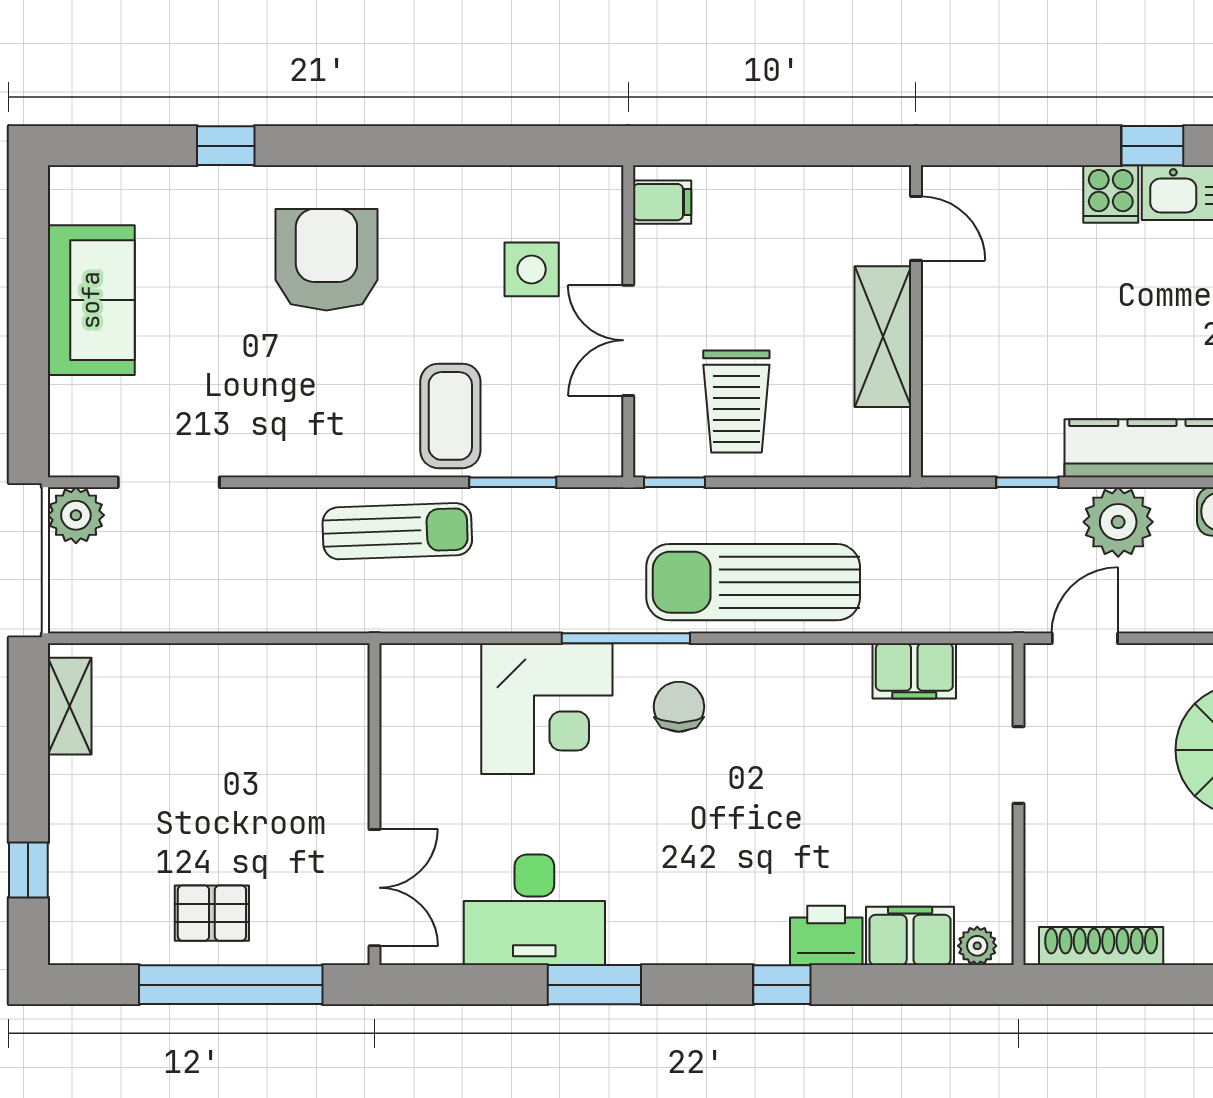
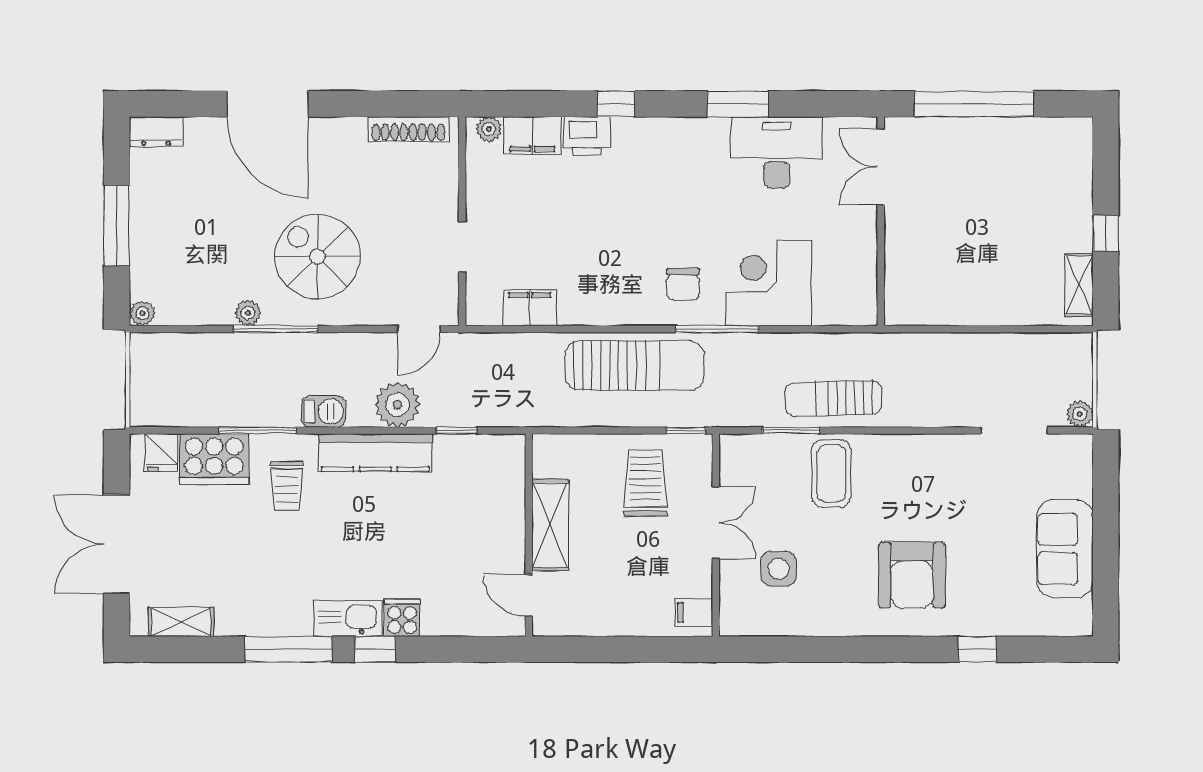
plant: (76, 515) -> (1080, 414), width x0.73, depth x0.73
sun lounger: (397, 531) -> (833, 398), moved
window: (28, 870) -> (1106, 233), moved
pallet: (212, 913) -> (986, 150), removed

